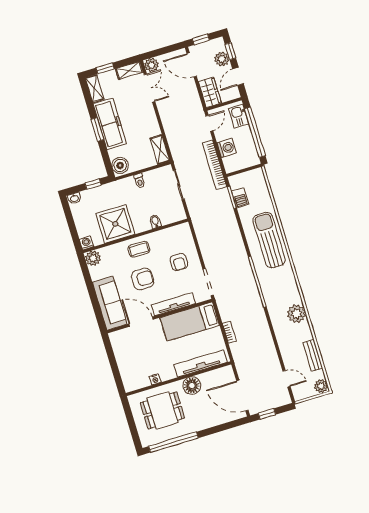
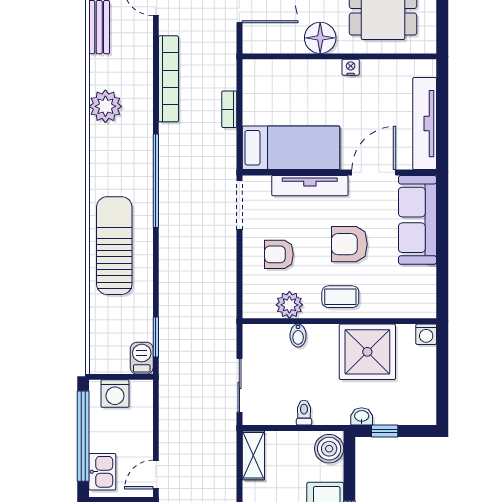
washing machine: (227, 148) -> (115, 394), moved, turned -90
bookcase: (215, 165) -> (168, 79), moved
washbasin: (74, 198) -> (362, 416), moved
barbecue: (240, 198) -> (142, 358), moved
sun lounger: (269, 240) -> (114, 246), turned 180
plant: (93, 258) -> (289, 305), moved
armchair: (179, 262) -> (279, 254), turned -90
door: (141, 322) -> (374, 172), swing flipped
tv unit: (201, 363) -> (425, 124), moved, turned 90
nightstand: (155, 379) -> (351, 67), moved

